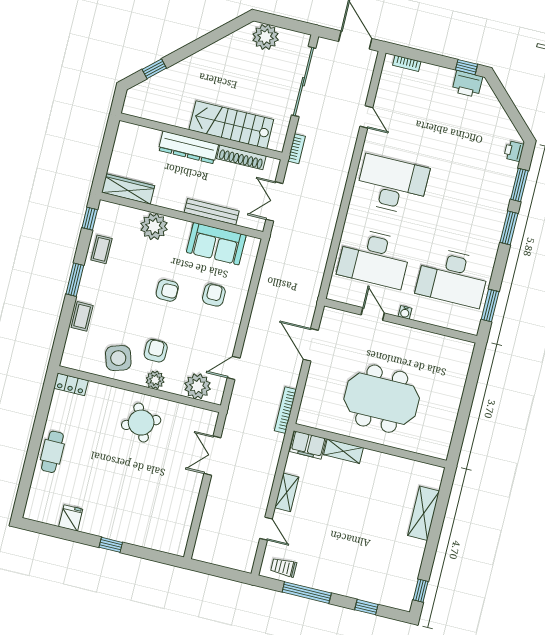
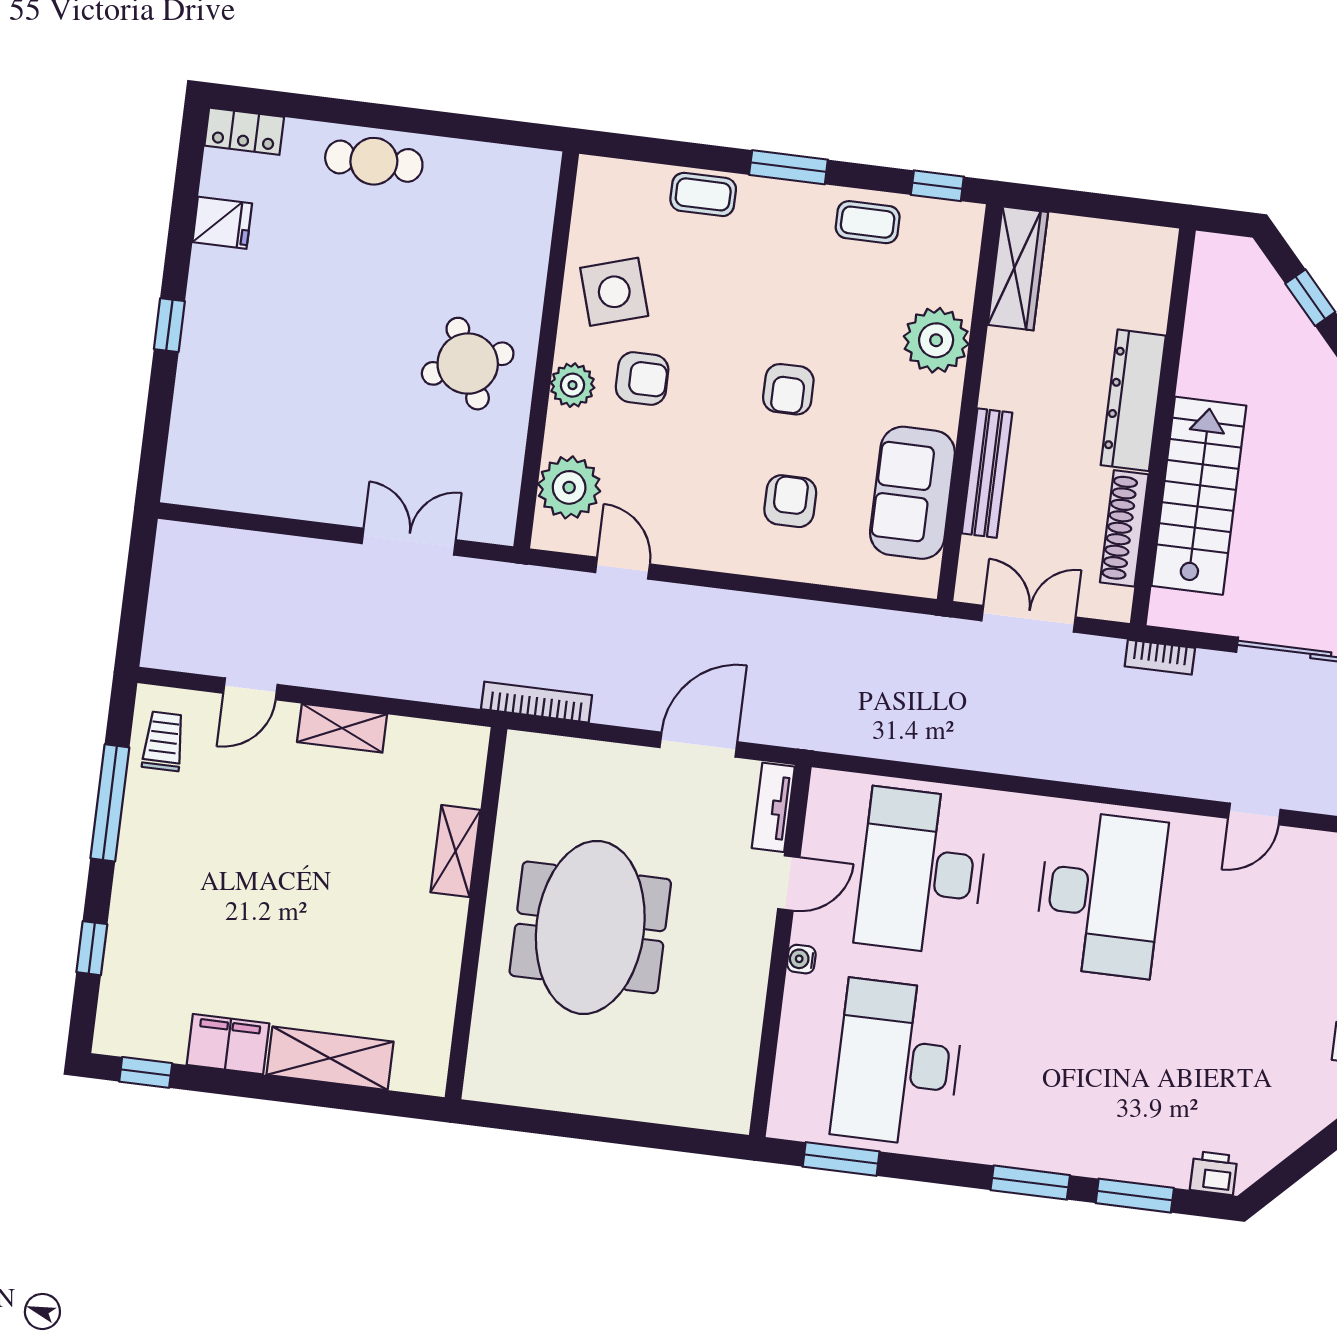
armchair: (214, 295) -> (790, 501), turned -90
tv unit: (340, 317) -> (773, 807), added
locker: (71, 384) -> (244, 131), moved, turned -90
filing cabinet: (308, 445) -> (228, 1044), moved, turned 90

